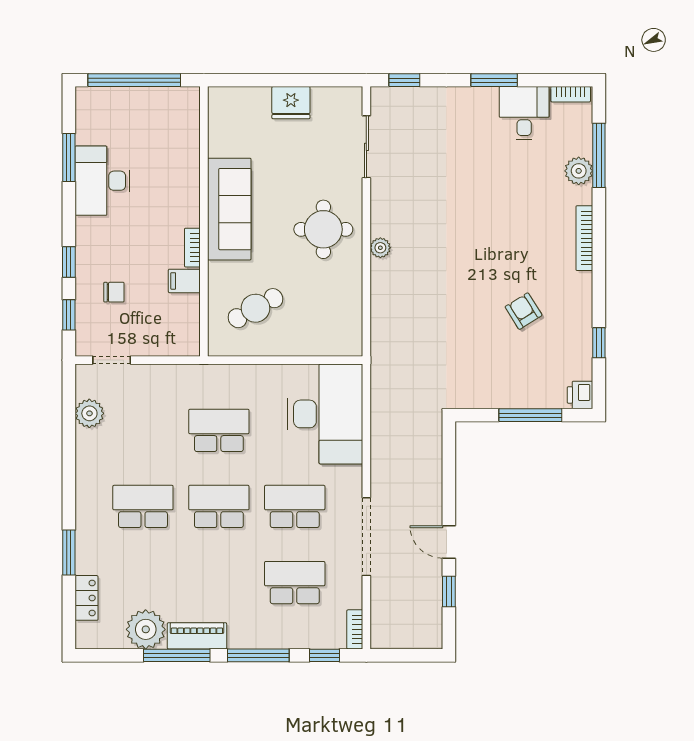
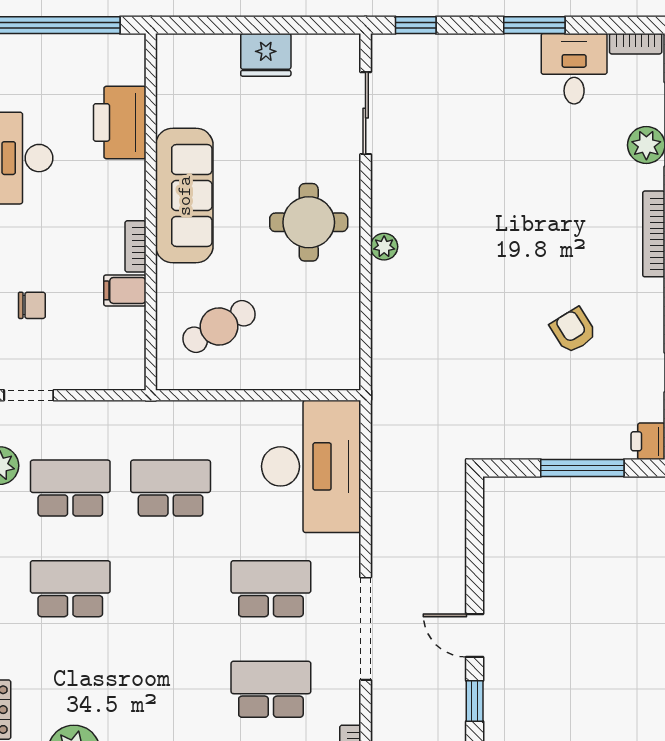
printer: (180, 154) -> (120, 122), added
school desk: (219, 506) -> (70, 488), moved

